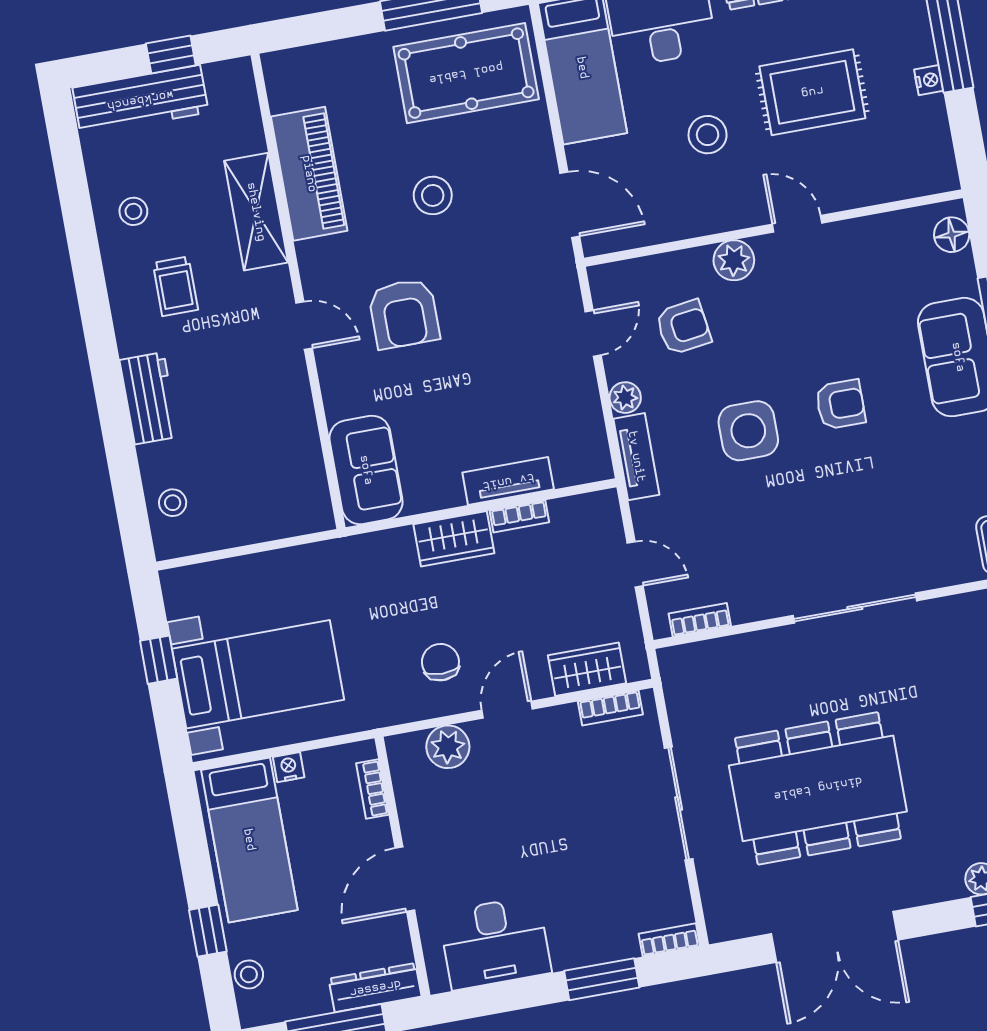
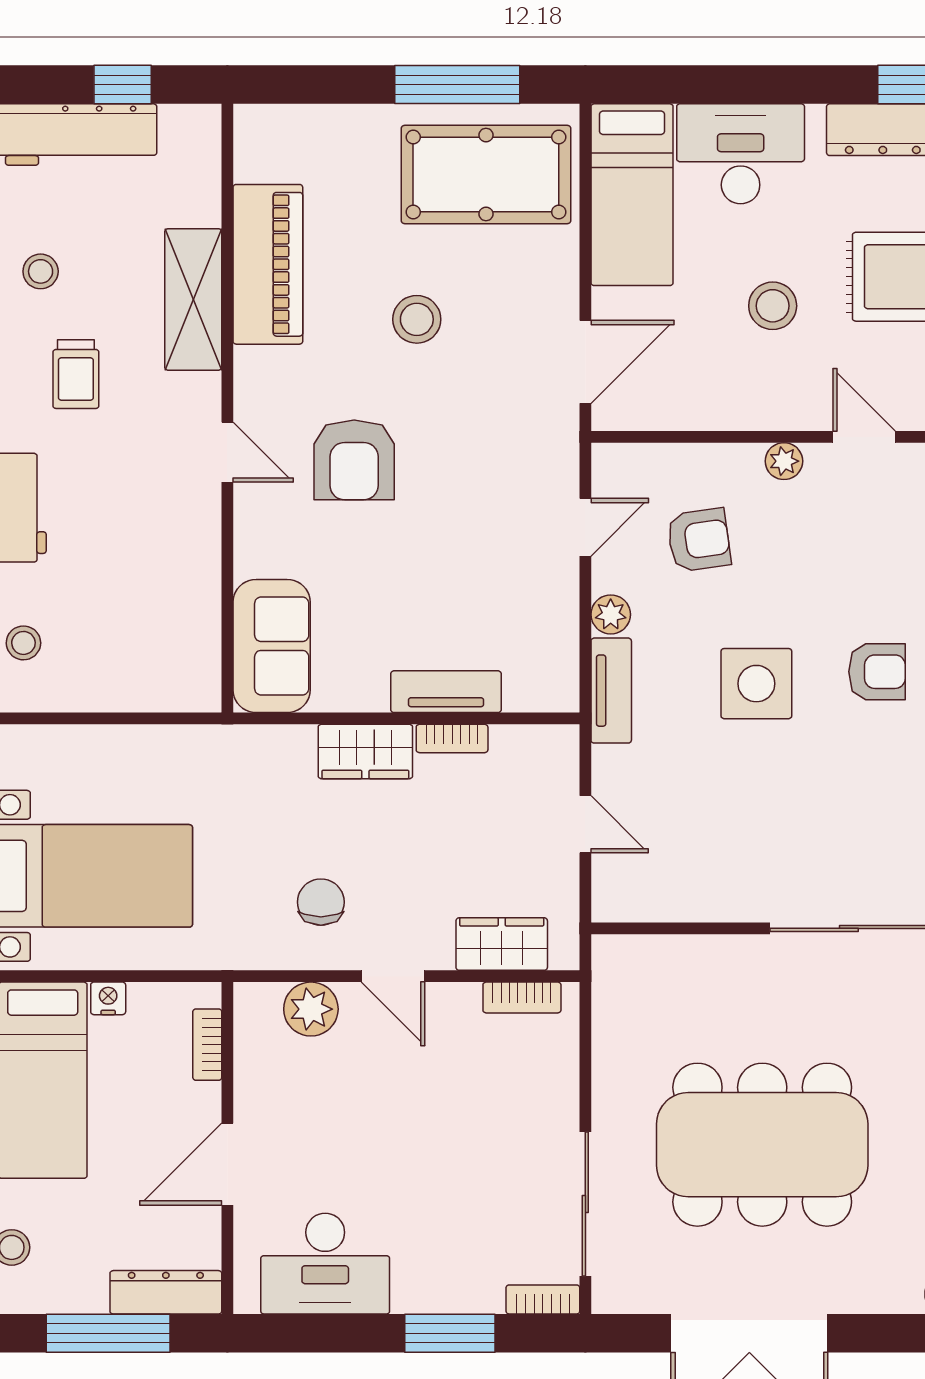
door: (570, 205) -> (585, 362), hinge flipped
plant: (734, 260) -> (784, 461), width x0.73, depth x0.73
bookcase: (700, 620) -> (653, 908), removed
door: (507, 710) -> (393, 976), swing flipped
sliding door: (679, 804) -> (585, 1204), moved

